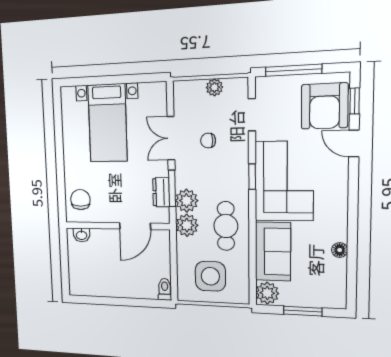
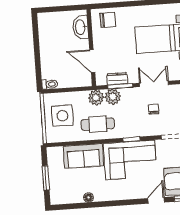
washbasin: (82, 235) -> (81, 27), width x1.91, depth x1.45
plant: (267, 293) -> (55, 154), removed

